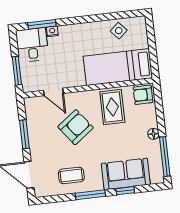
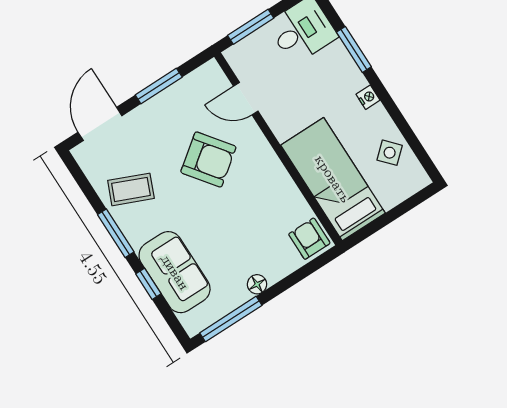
window: (42, 24) -> (354, 49), moved
nightstand: (52, 31) -> (368, 97), moved
door: (53, 92) -> (246, 99), hinge flipped
rug: (112, 107) -> (267, 201), removed
coffee table: (71, 175) -> (131, 189), turned -67

